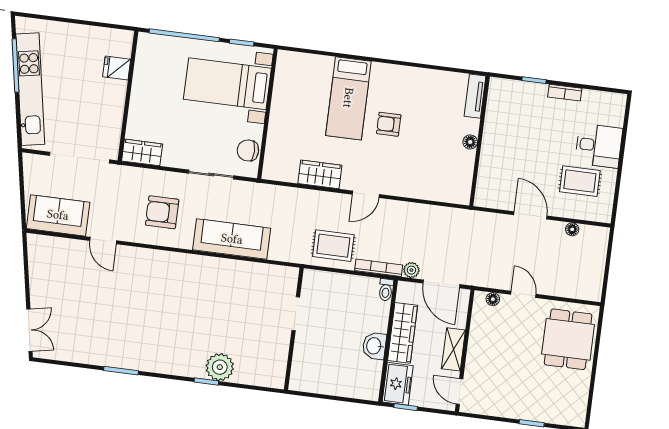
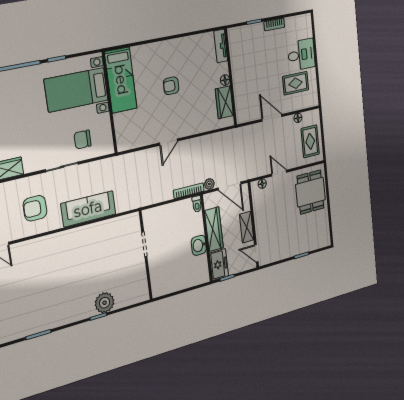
bed with nightstands: (227, 84) -> (76, 90), moved
bed: (348, 98) -> (121, 80), moved
wall: (267, 114) -> (110, 103), moved
wardrobe: (320, 174) -> (224, 102), moved, turned -90
rug: (333, 246) -> (310, 141), moved, turned 90

